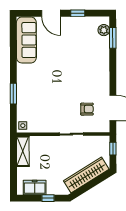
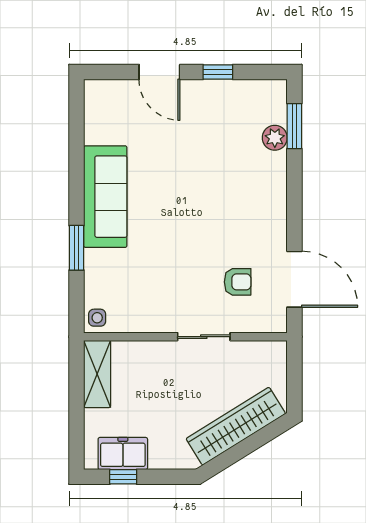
plant: (104, 30) -> (275, 138), moved
sofa: (26, 40) -> (105, 197), moved
window: (113, 149) -> (294, 369), removed
window: (48, 198) -> (123, 477), moved

